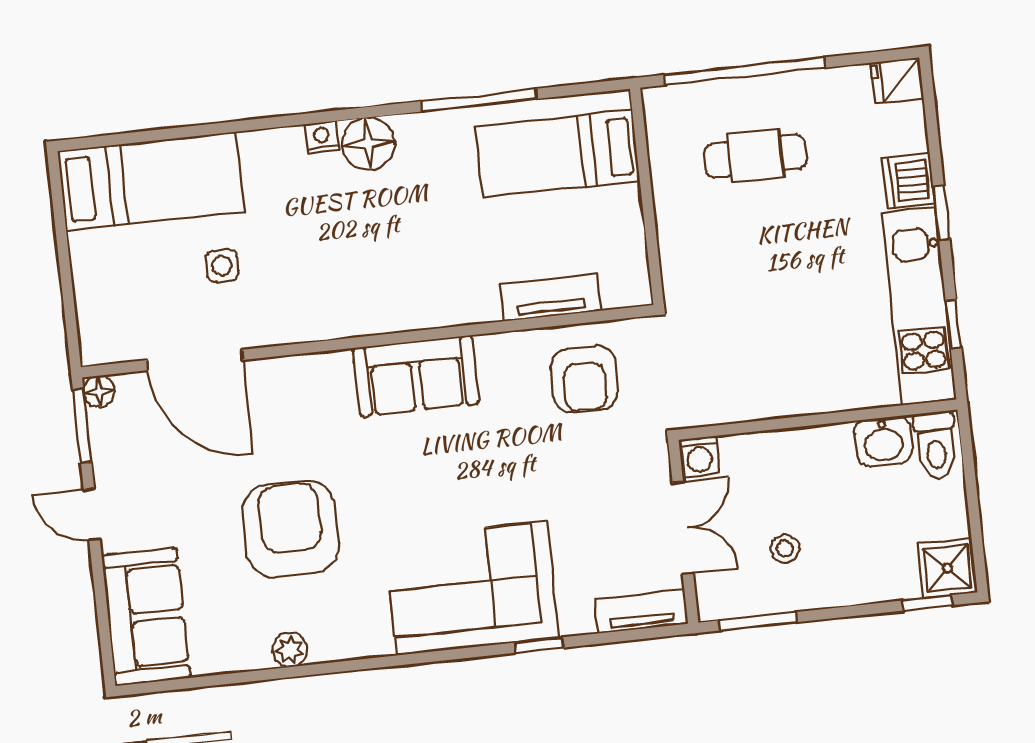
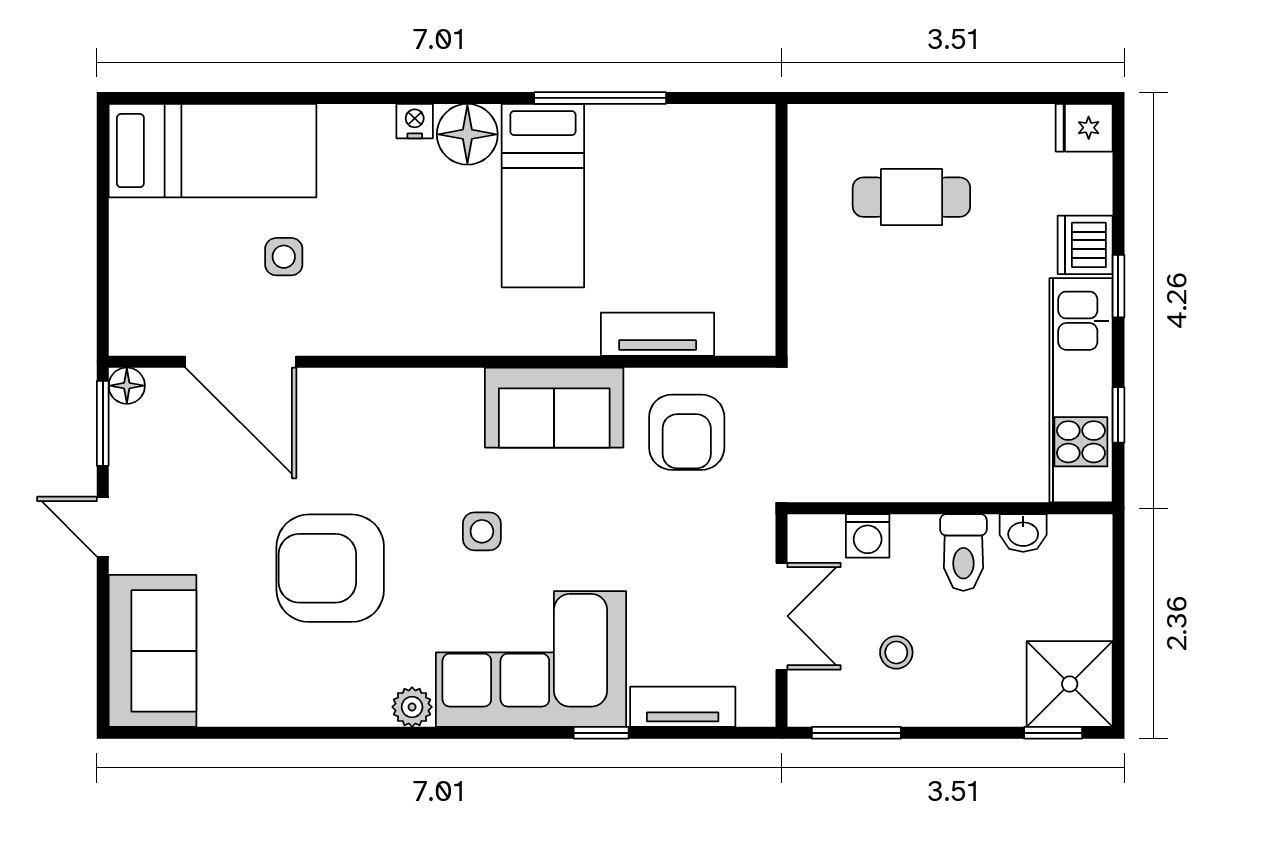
window: (744, 71) -> (909, 98), removed
bed: (557, 154) -> (543, 196), moved, turned -90
sofa: (416, 376) -> (554, 408), moved
washbasin: (883, 441) -> (1023, 533), width x0.72, depth x0.69
toilet: (936, 445) -> (963, 552), moved
washing machine: (699, 457) -> (868, 536), moved
side table: (418, 483) -> (482, 531), added
armchair: (291, 529) -> (330, 568), turned -90
shower: (948, 568) -> (1070, 684), width x1.36, depth x1.36
tv unit: (641, 611) -> (683, 707), moved
plant: (290, 650) -> (412, 707), moved

